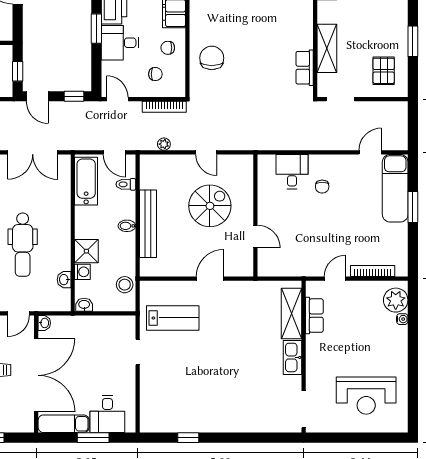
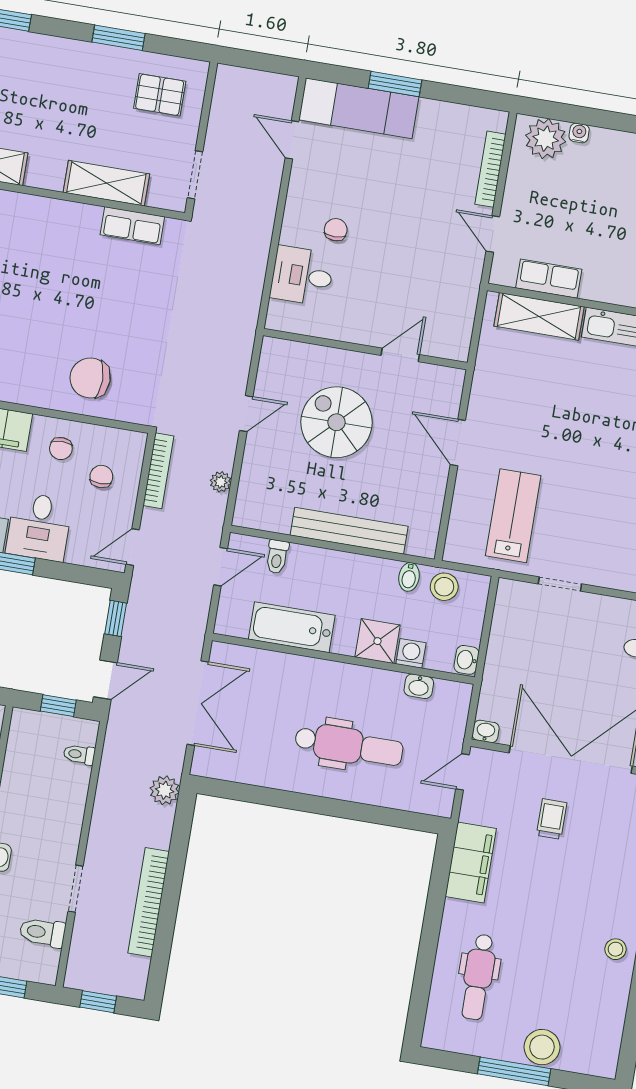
bathtub: (86, 181) -> (292, 627), moved
chair: (322, 187) -> (336, 230), turned -90
bidet: (127, 226) -> (409, 577), moved
door: (18, 313) -> (463, 772), swing flipped

